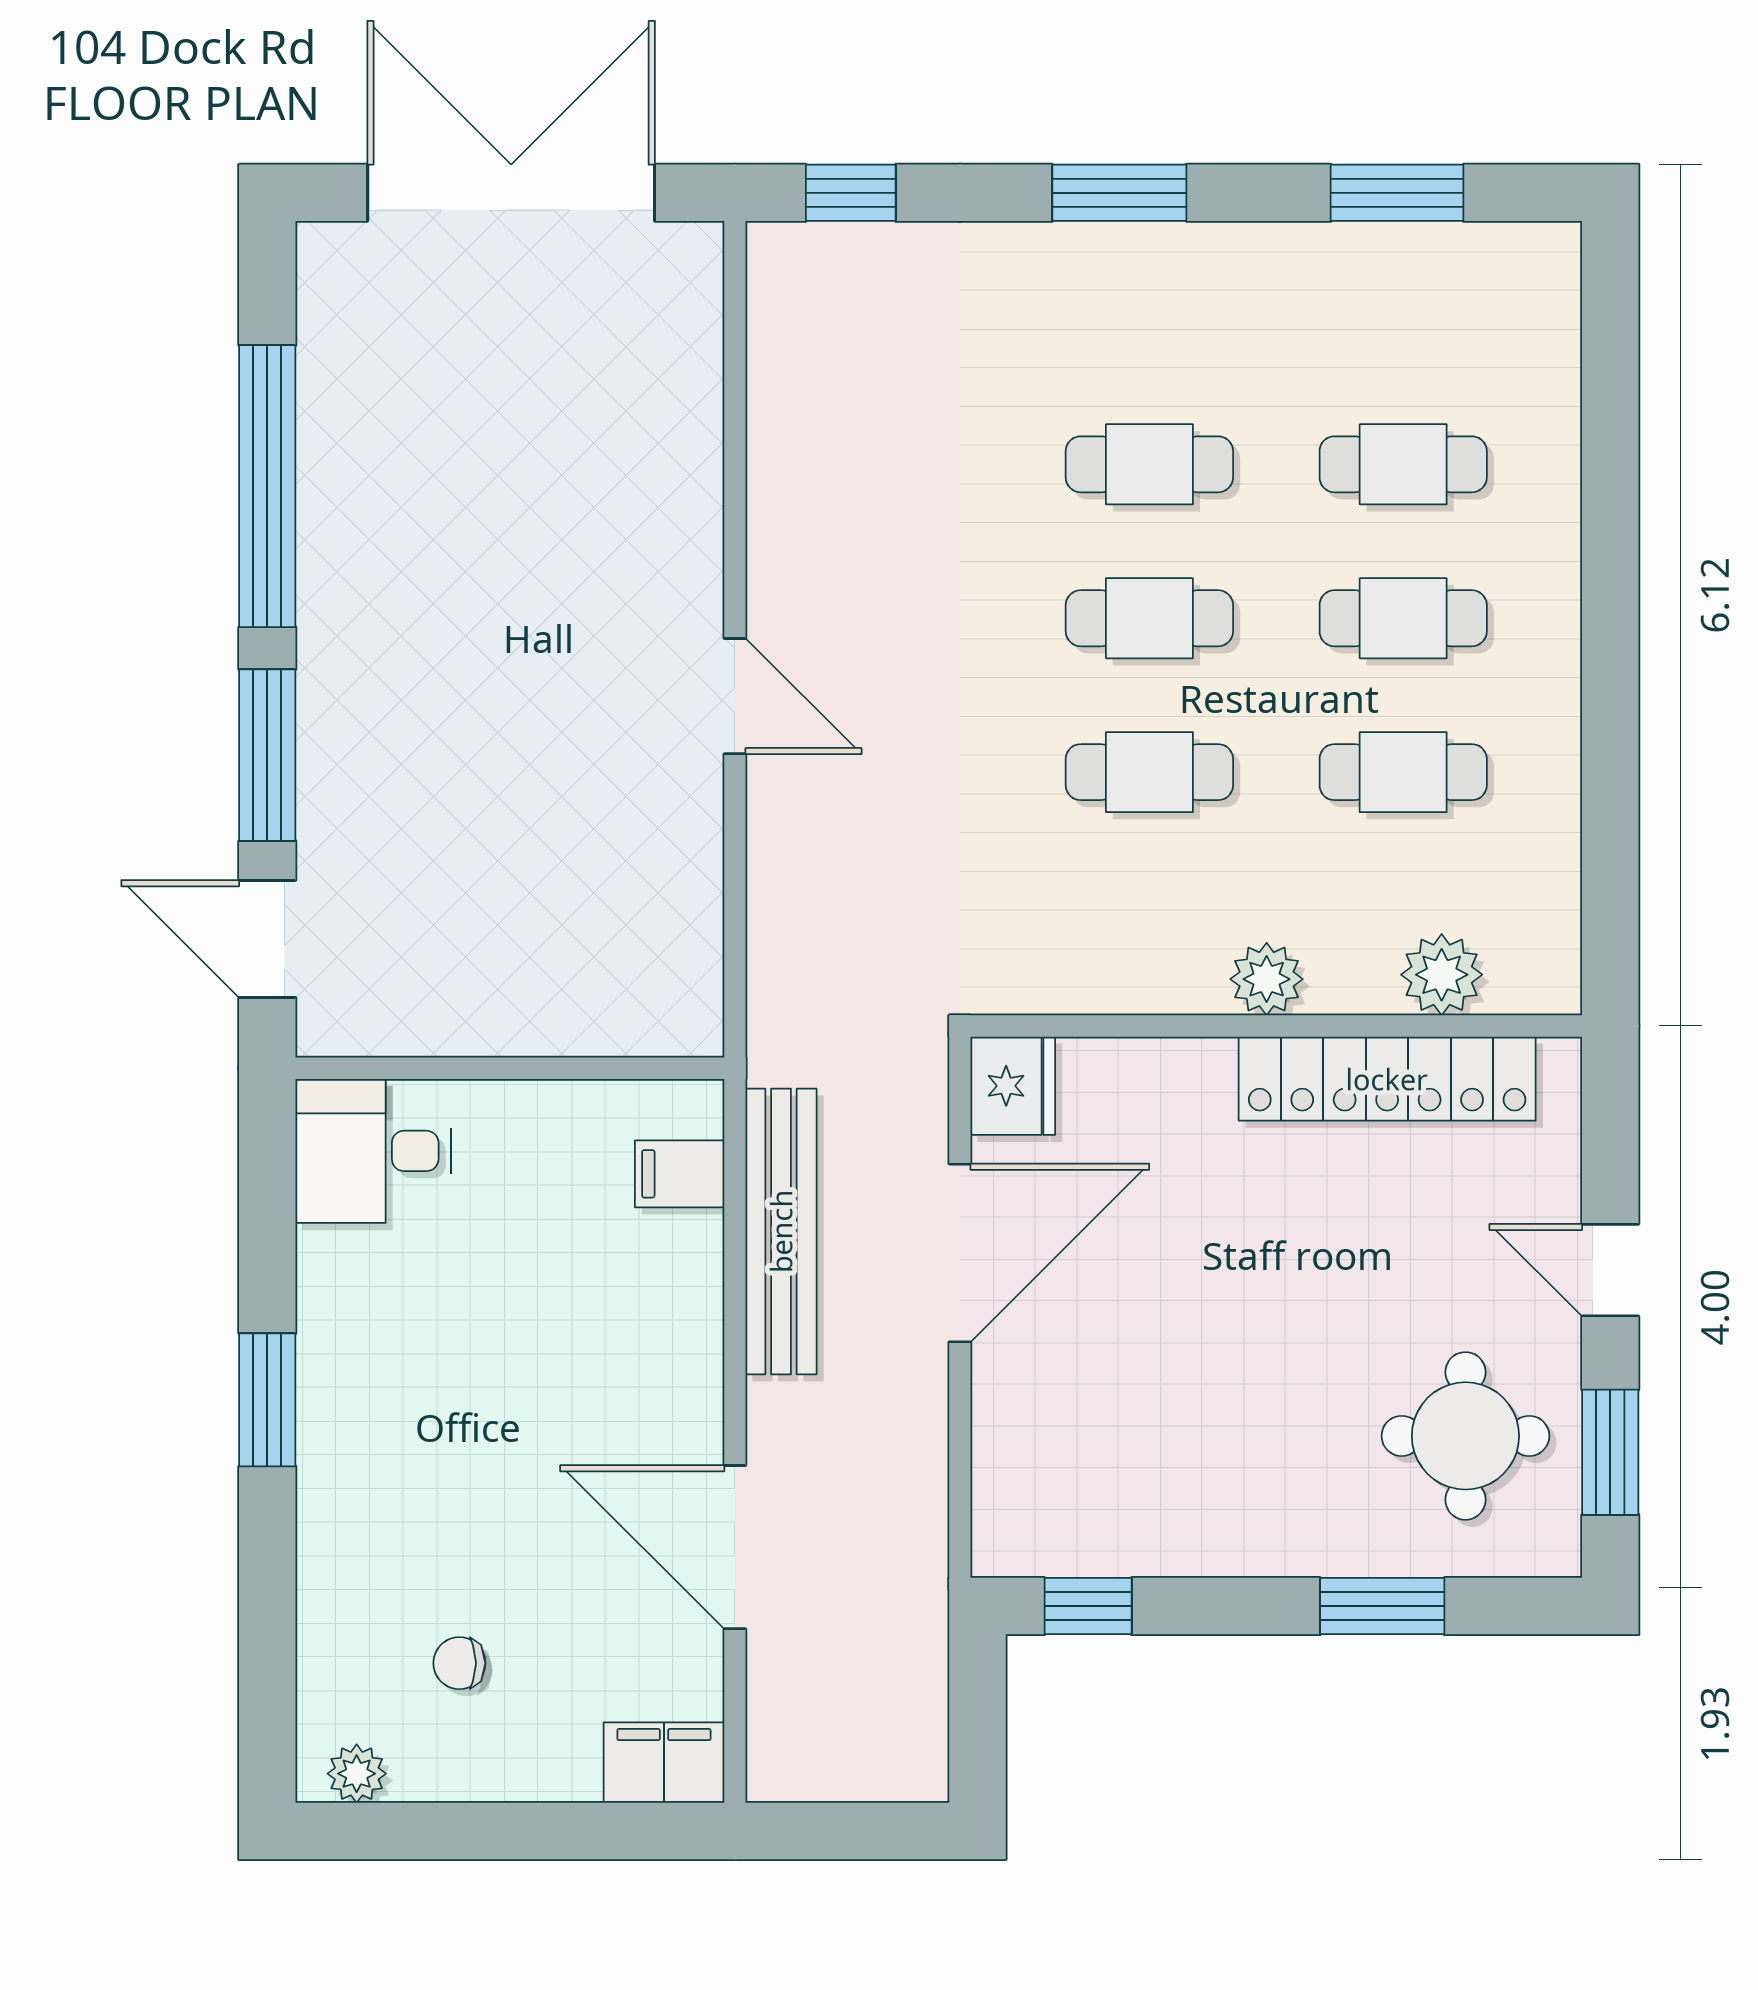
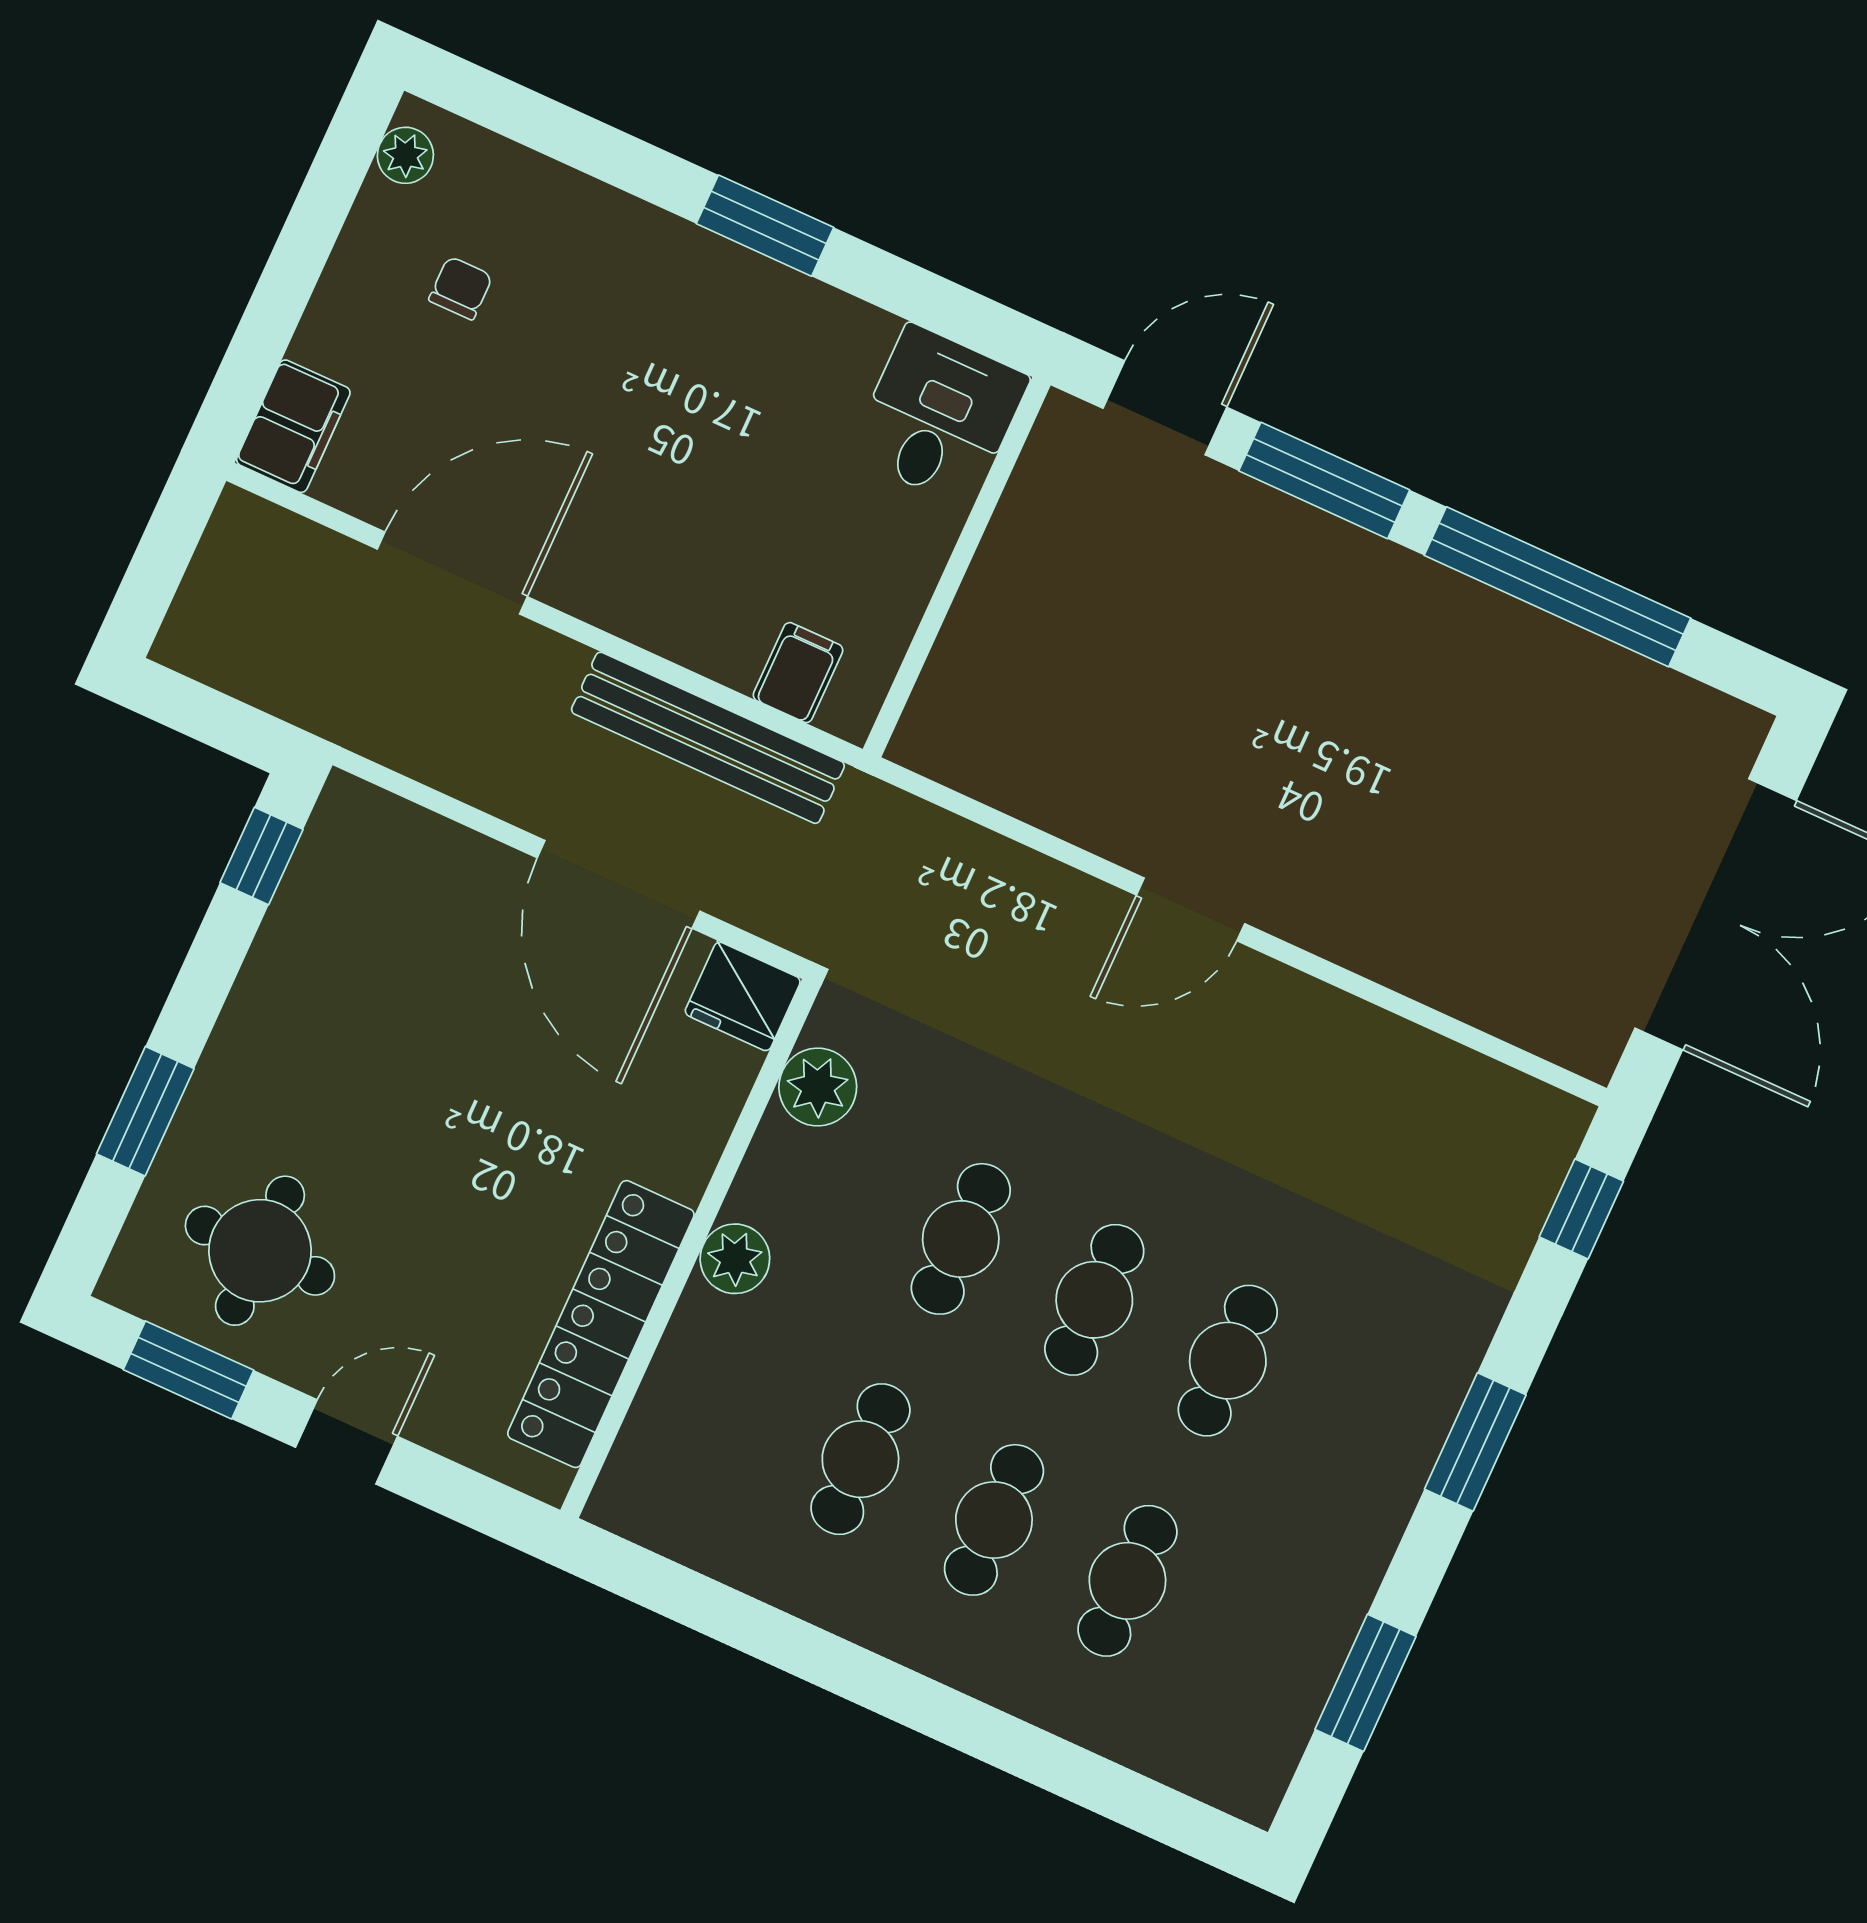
plant: (1442, 975) -> (818, 1087), moved

